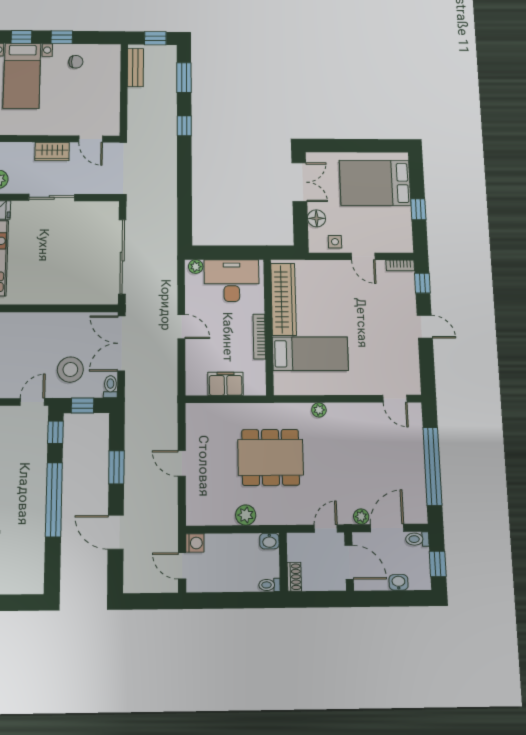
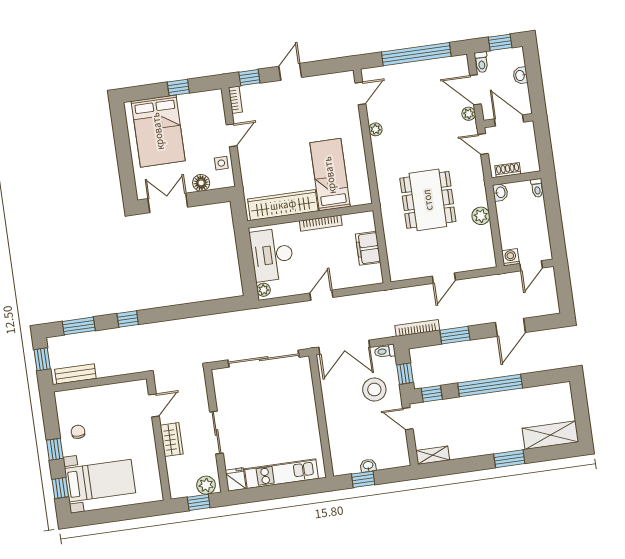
plant: (319, 410) -> (375, 129), moved
bookcase: (131, 426) -> (417, 328), added
door: (349, 562) -> (509, 120), hinge flipped
shoe rack: (294, 577) -> (508, 170), moved

